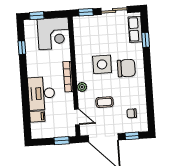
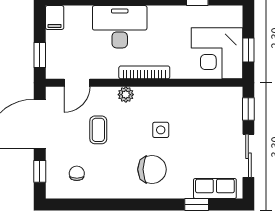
window: (37, 16) -> (248, 50), moved
side table: (102, 64) -> (161, 130), width x0.54, depth x0.54
chair: (126, 68) -> (152, 169), turned -90
filing cabinet: (37, 116) -> (55, 18), moved

